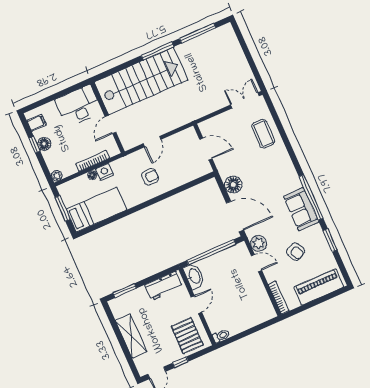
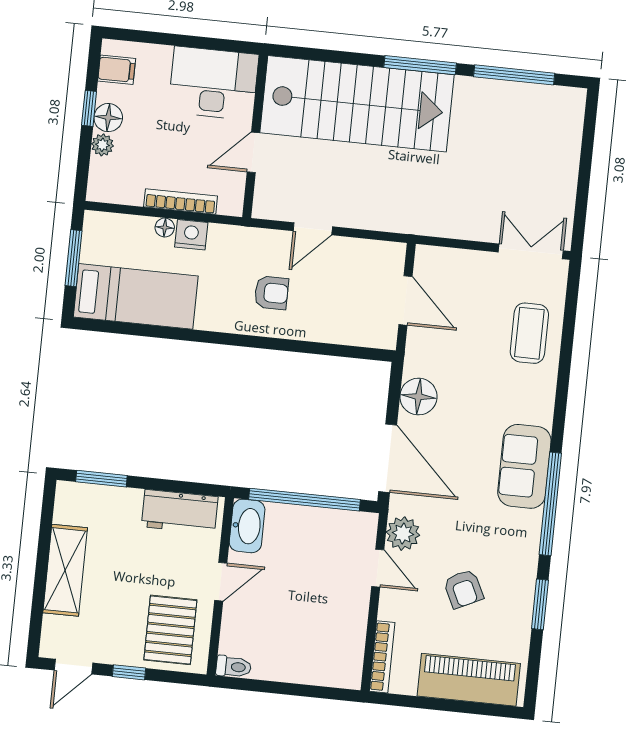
plant: (57, 176) -> (102, 145), moved
sofa: (301, 209) -> (524, 466), moved

